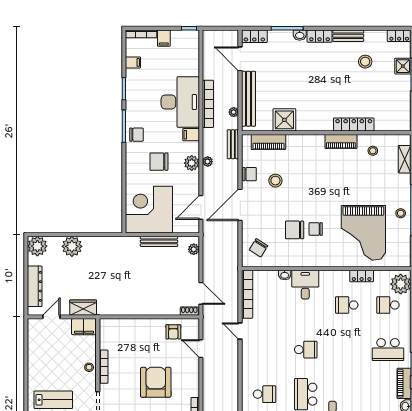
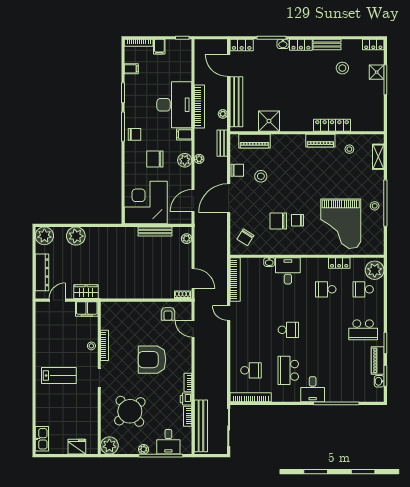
armchair: (156, 382) -> (152, 360), turned -90

